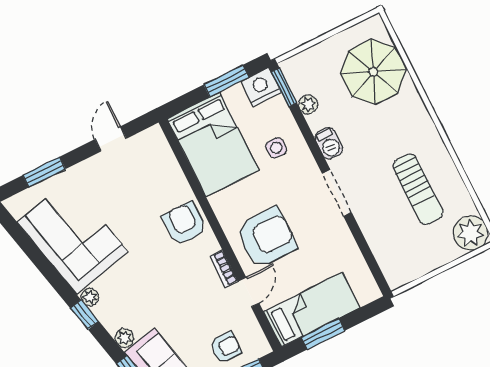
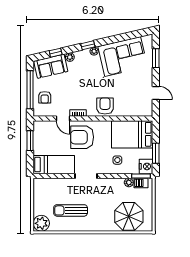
barbecue: (329, 143) -> (141, 183), moved
armchair: (184, 224) -> (105, 106), turned -90
armchair: (266, 237) -> (82, 137), turned 90
bed: (312, 310) -> (54, 165), moved, turned -90

